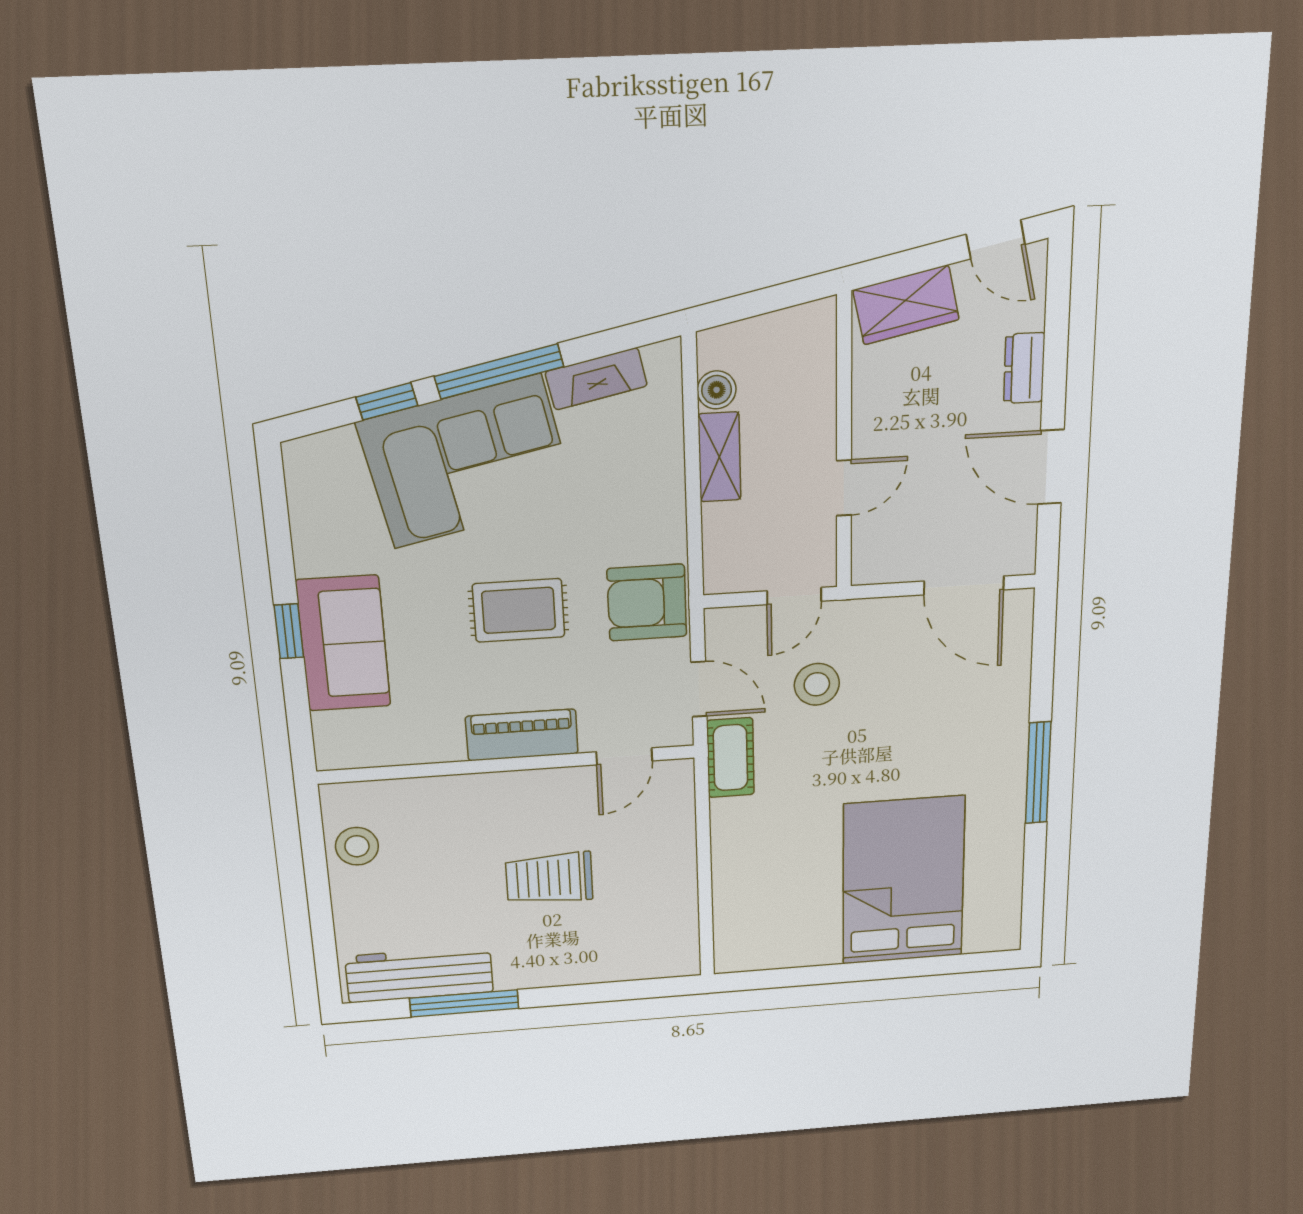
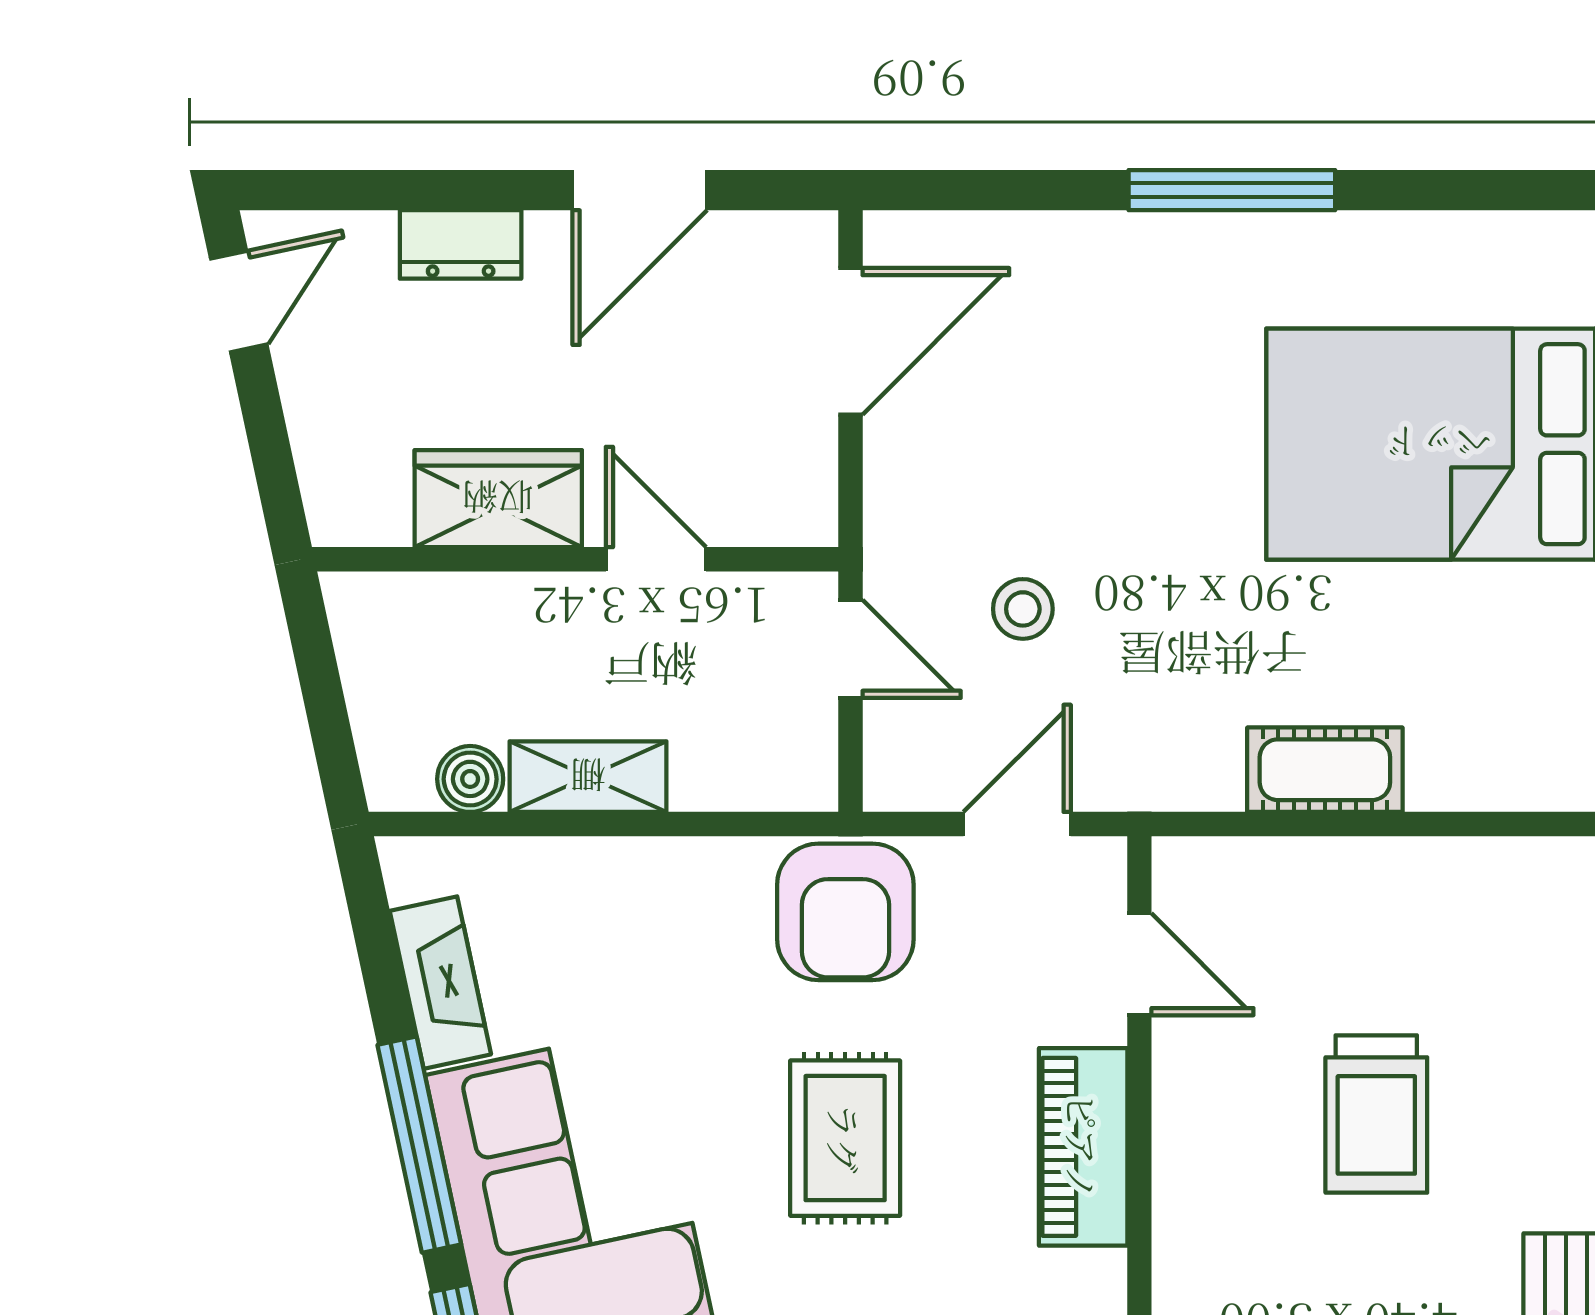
wardrobe: (906, 305) -> (498, 499), moved, turned -78
stool: (817, 684) -> (1023, 609), width x0.73, depth x0.73
cot: (730, 758) -> (1325, 770), moved

